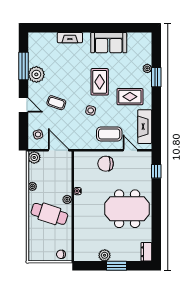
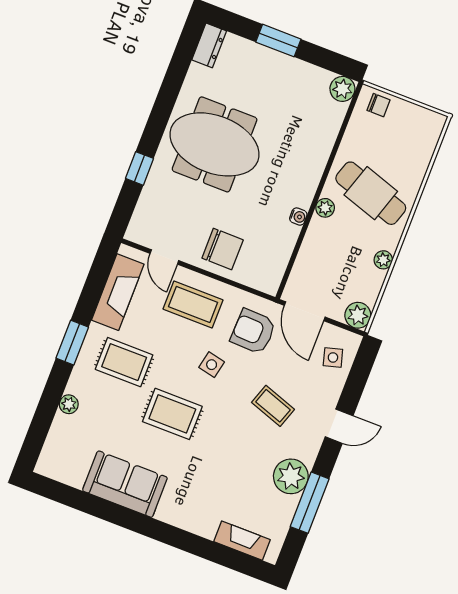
fireplace: (70, 38) -> (242, 541), moved
window: (156, 77) -> (72, 343), moved
rug: (100, 82) -> (172, 414), turned 90
door: (23, 105) -> (339, 426), swing flipped
armchair: (78, 132) -> (253, 331), added
window: (156, 171) -> (139, 168), moved
plant: (105, 255) -> (342, 89), moved

